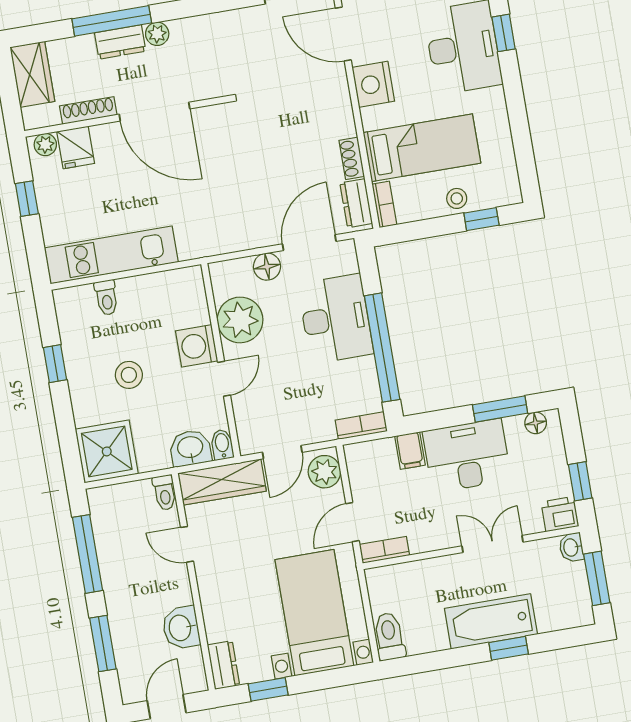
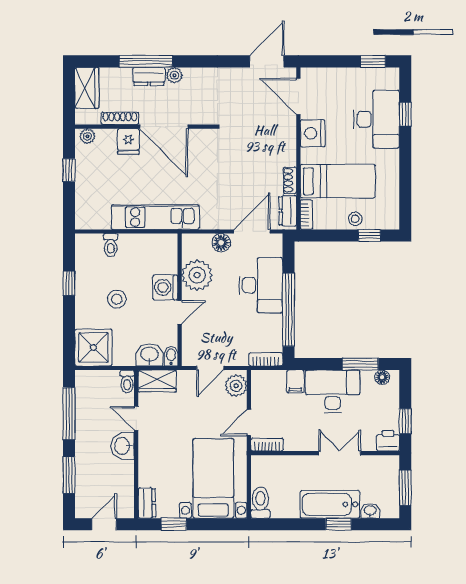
fridge: (76, 147) -> (128, 142), moved
kitchen unit: (111, 255) -> (155, 217), moved
wardrobe: (222, 482) -> (157, 381), width x0.67
washbasin: (571, 547) -> (370, 511), moved, turned 90
washbasin: (181, 628) -> (123, 446), moved

